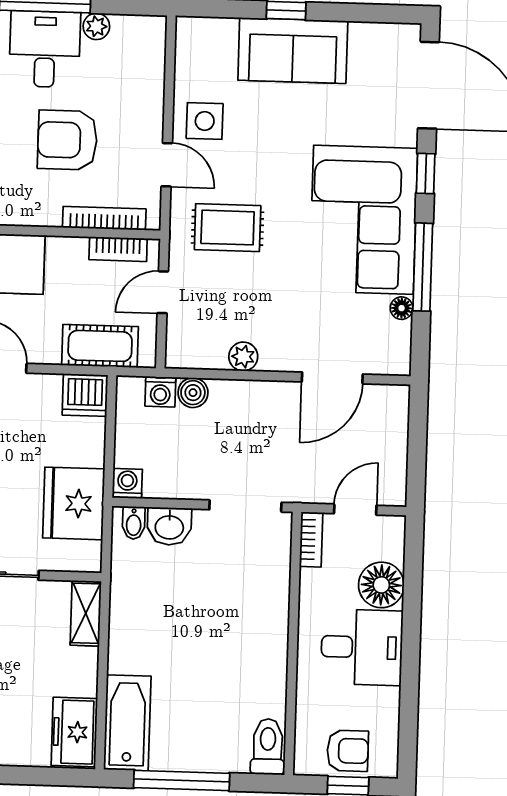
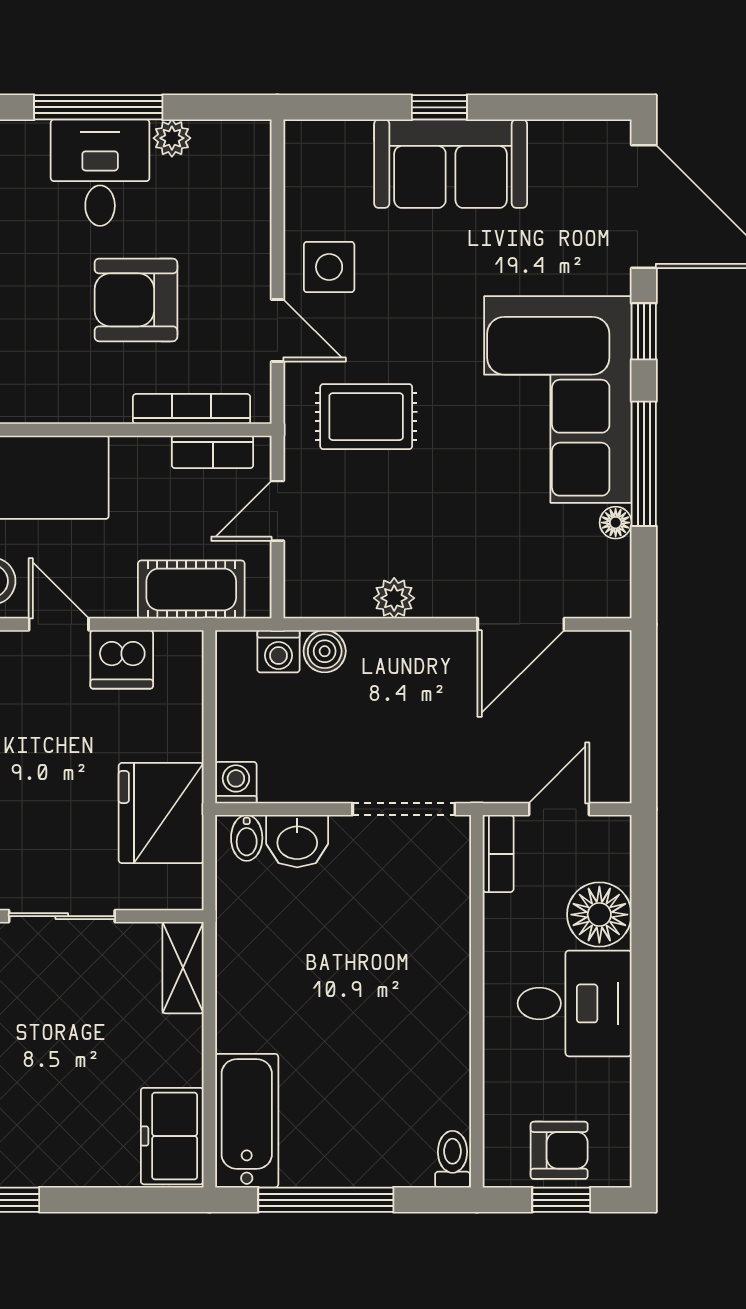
dishwasher: (85, 395) -> (122, 659), moved
toilet: (268, 747) -> (453, 1159), width x0.73, depth x0.72

